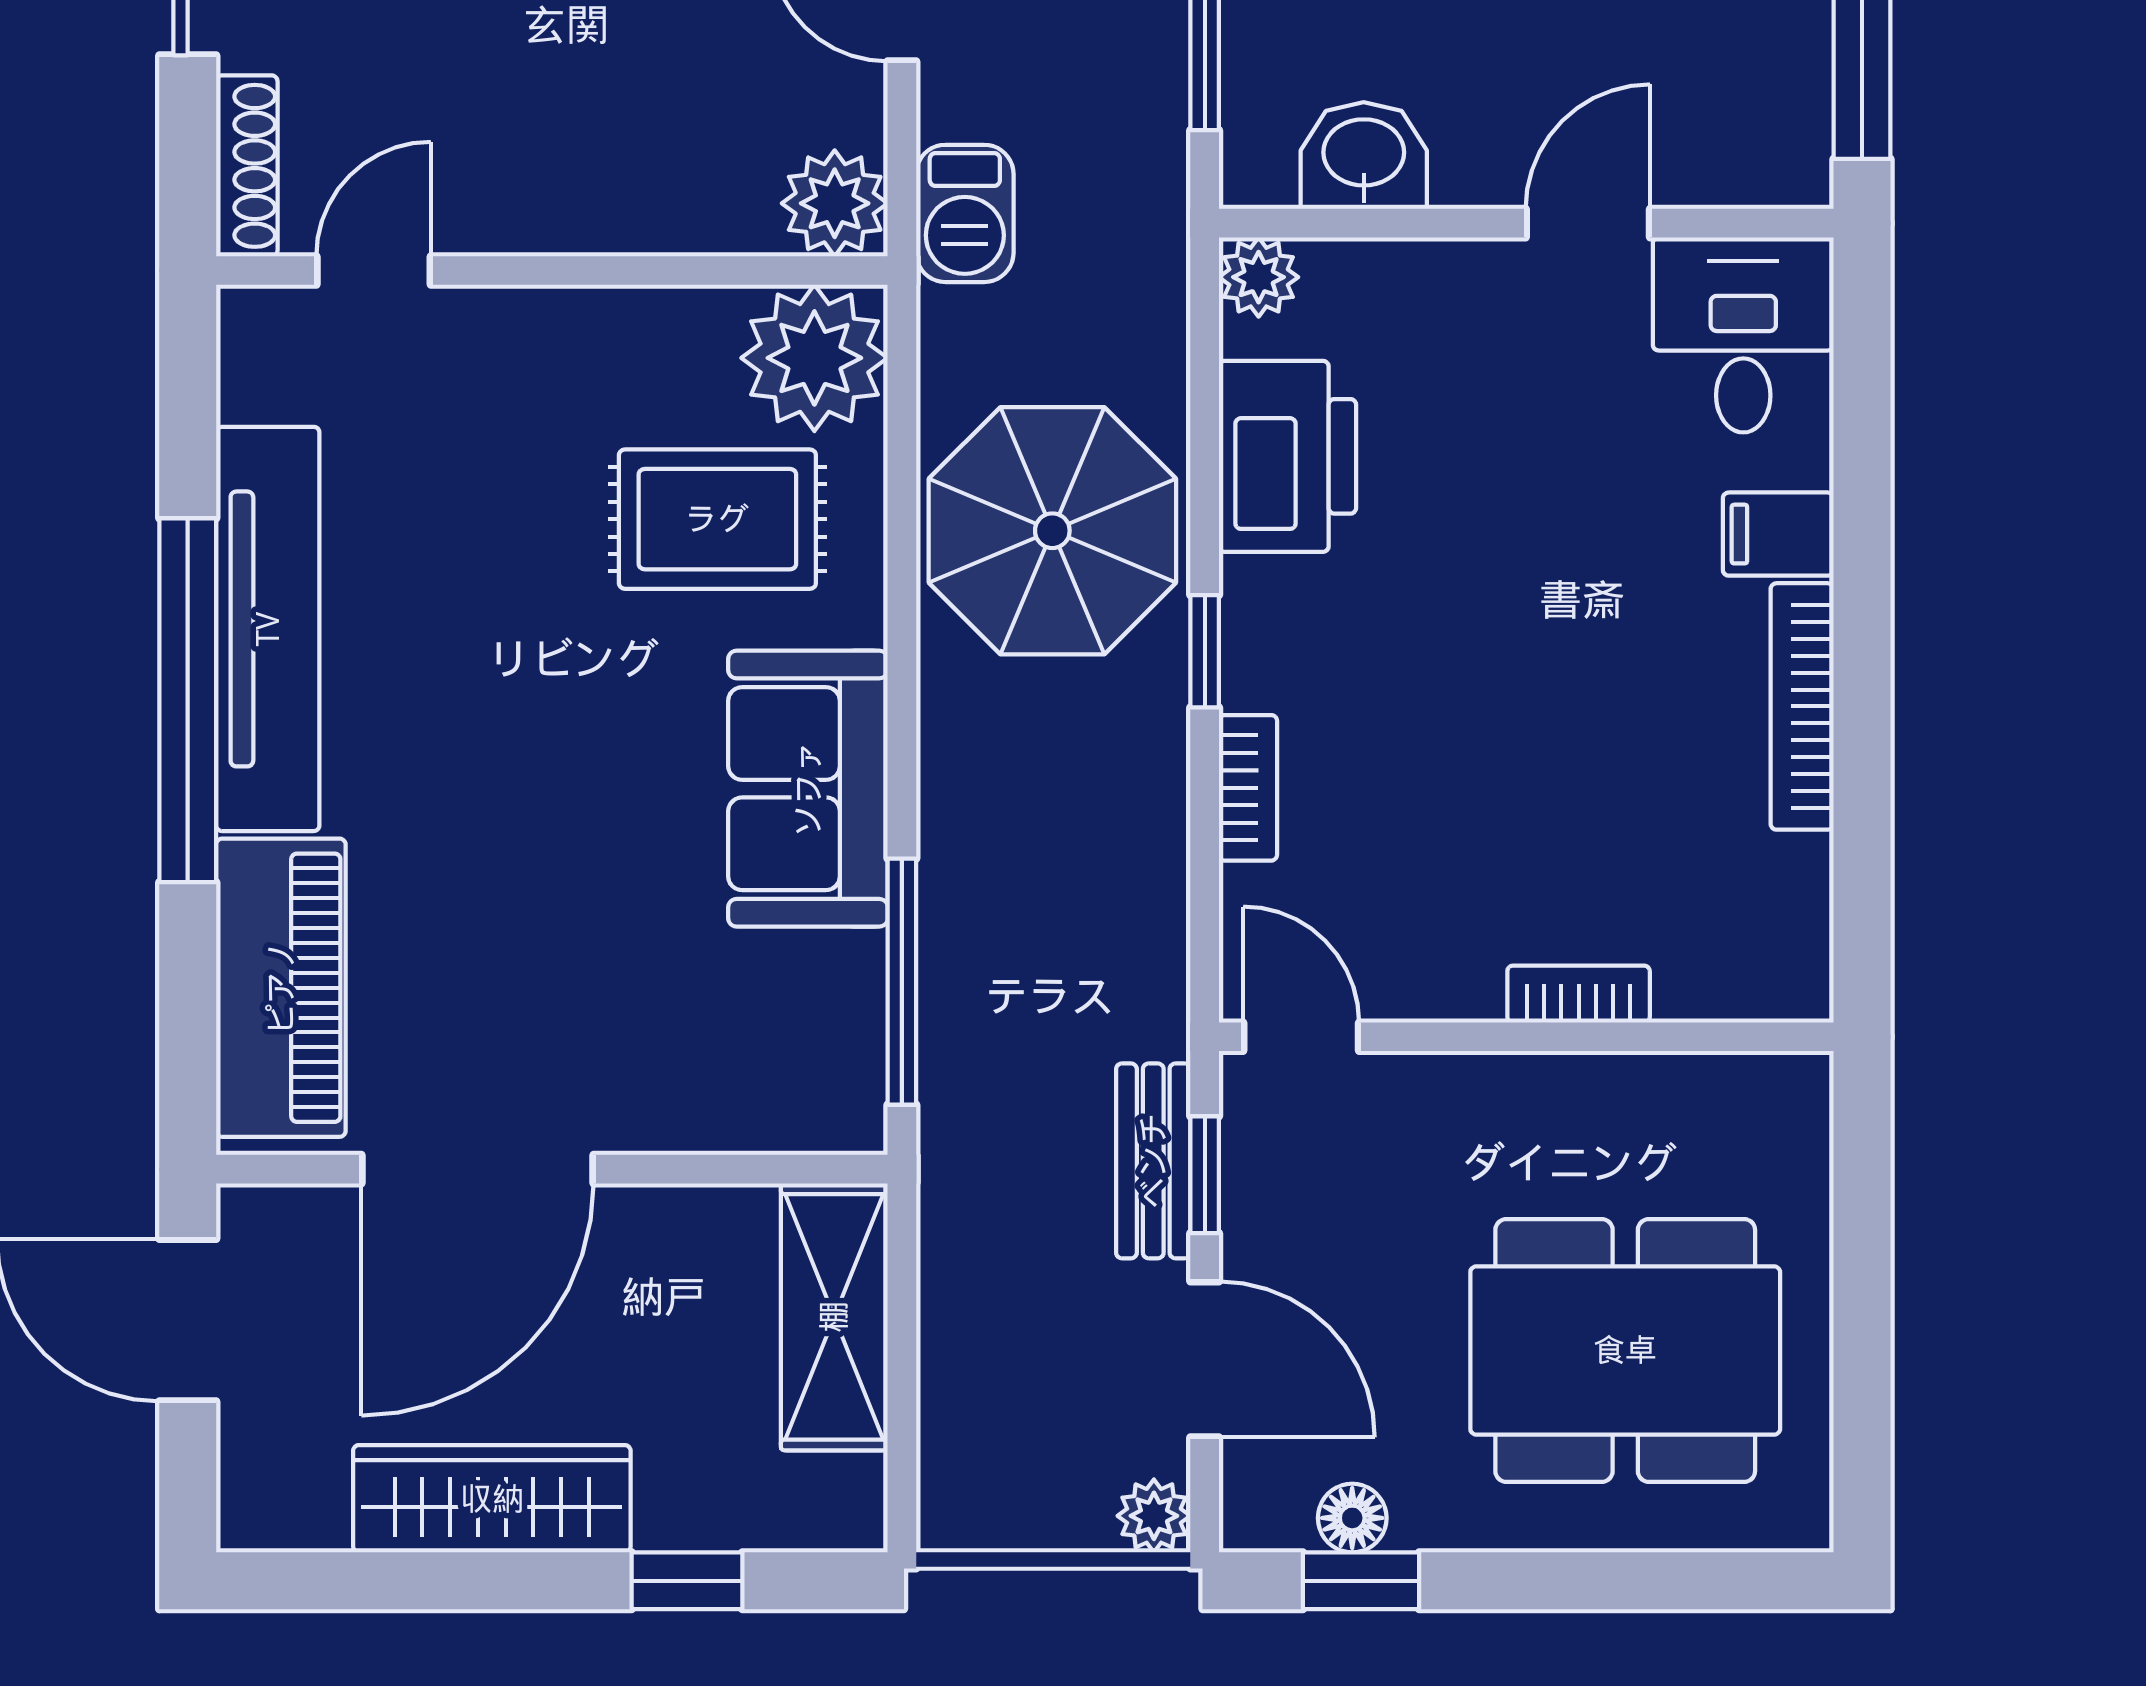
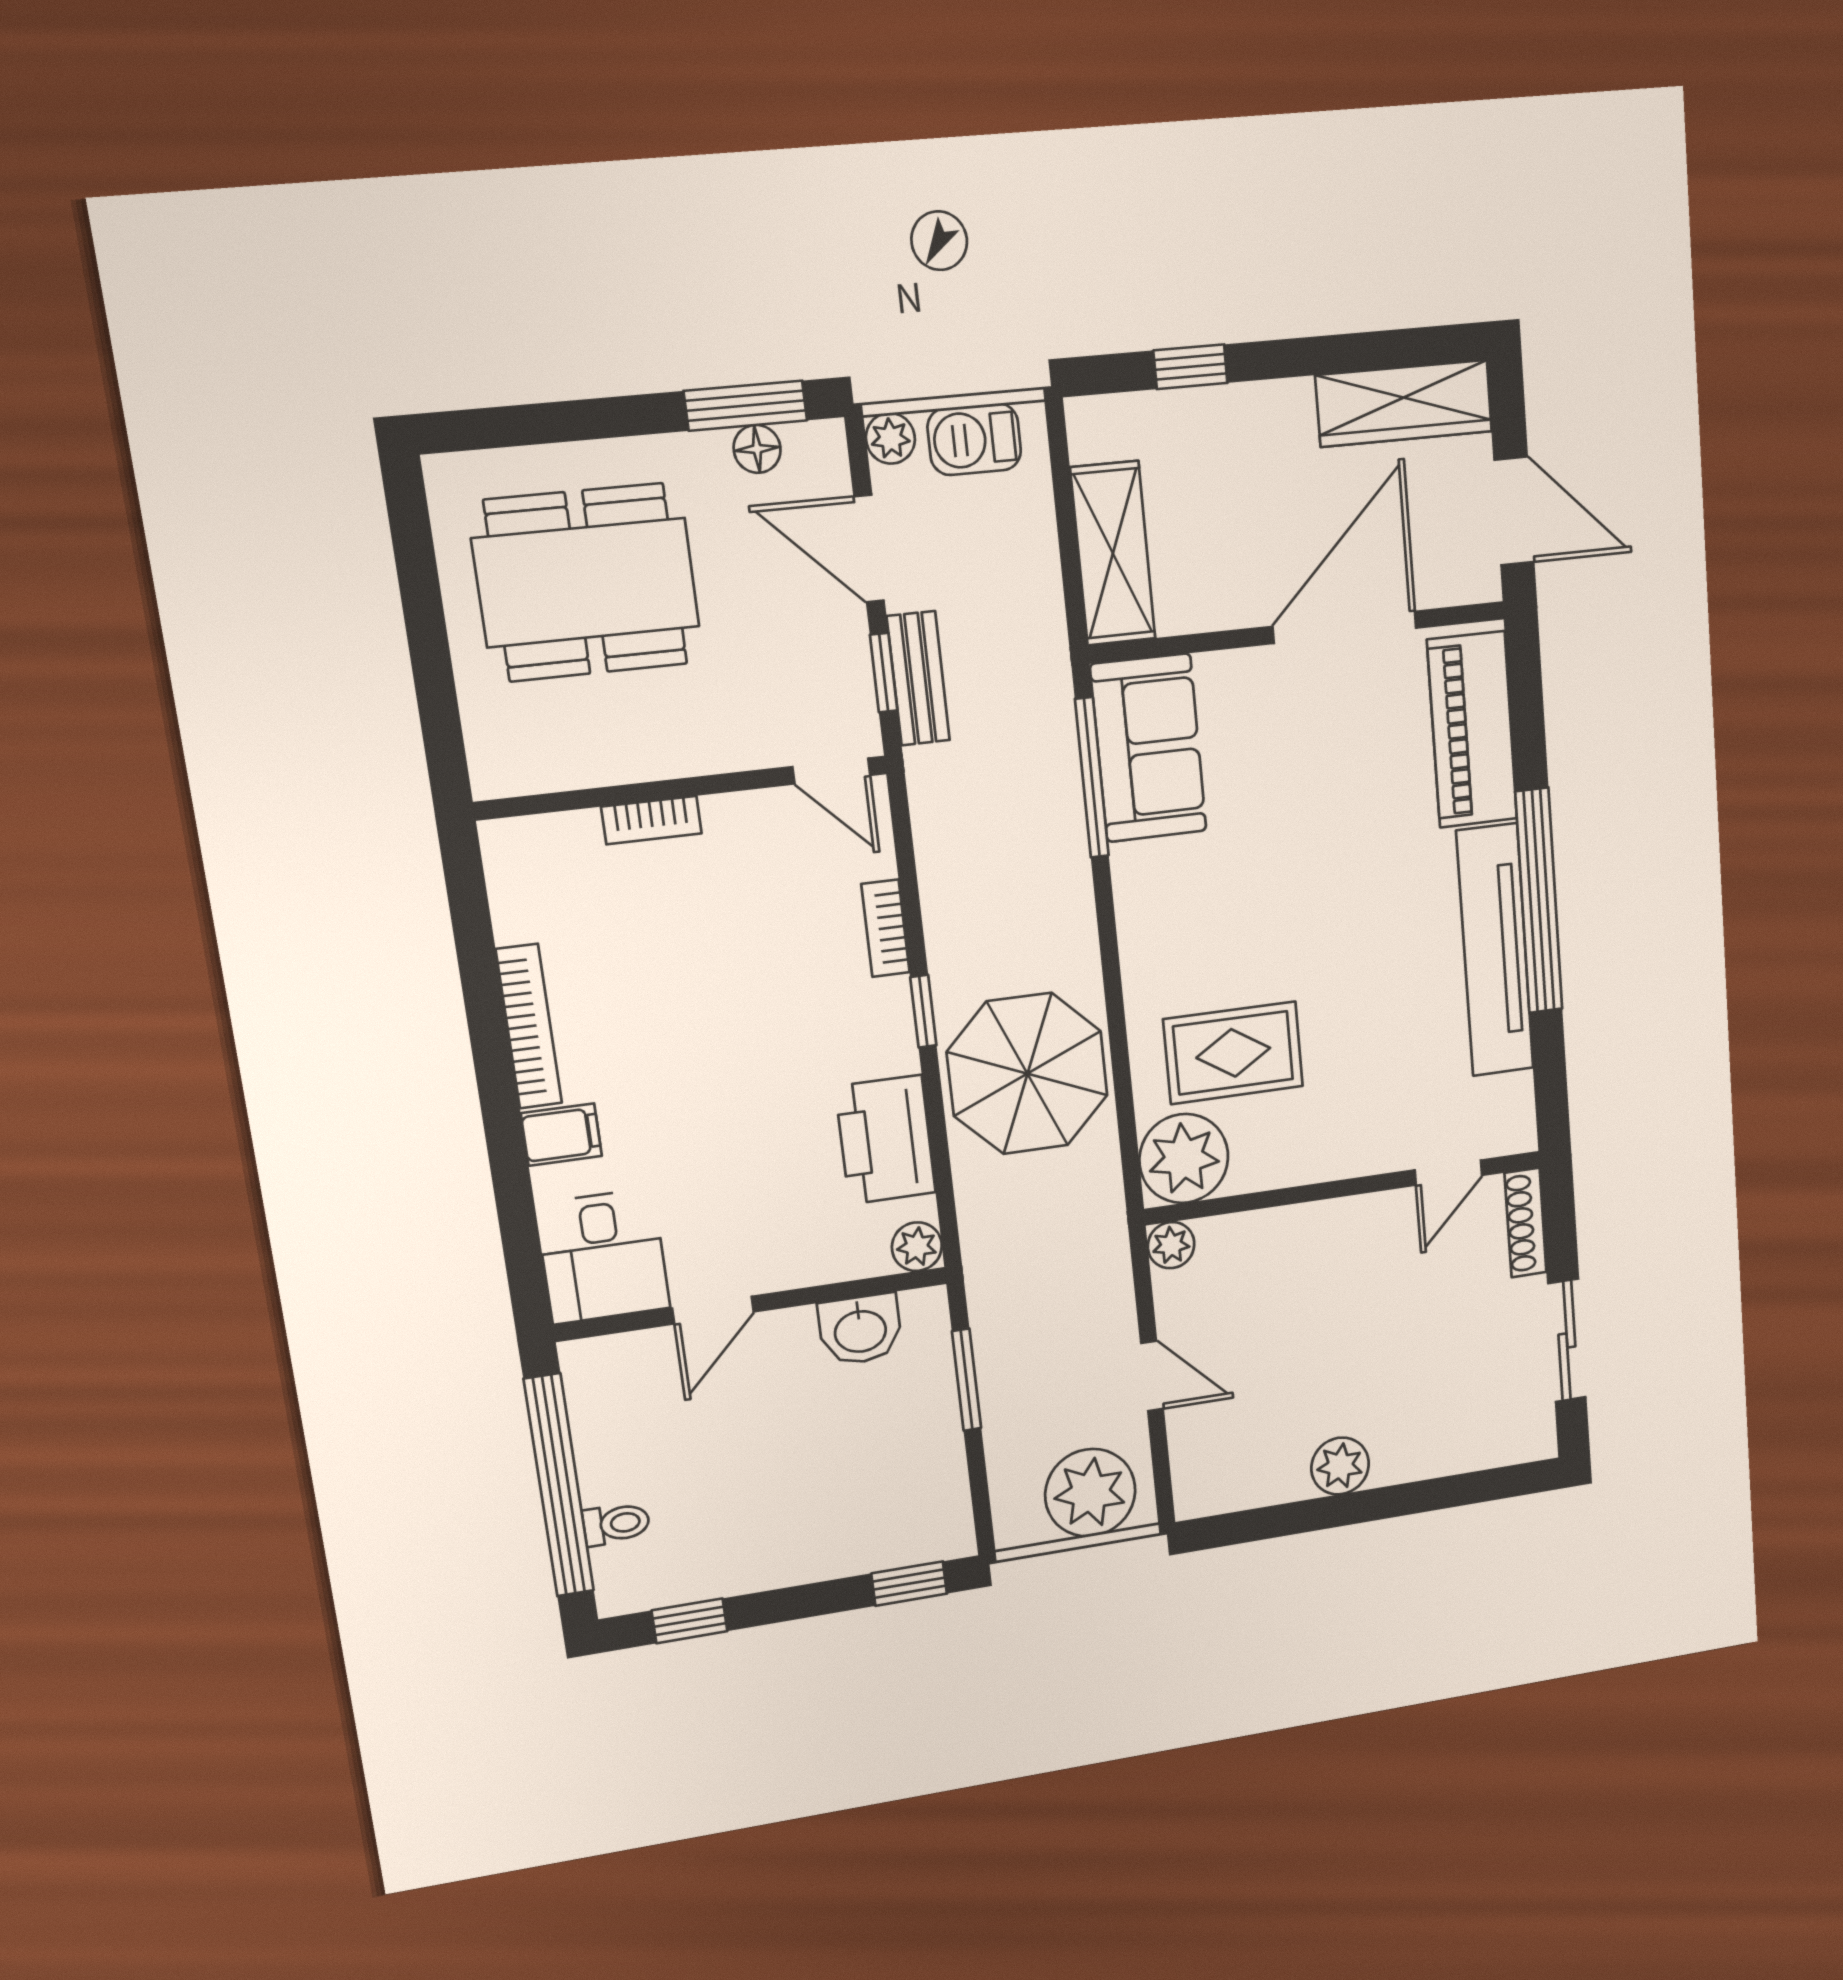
plant: (835, 203) -> (1171, 1245), width x0.73, depth x0.73
barbecue: (965, 213) -> (974, 439), moved, turned -90
sofa: (808, 789) -> (1149, 748), moved
wardrobe: (492, 1499) -> (1404, 403), moved
window: (1361, 1581) -> (746, 406), width x1.50

